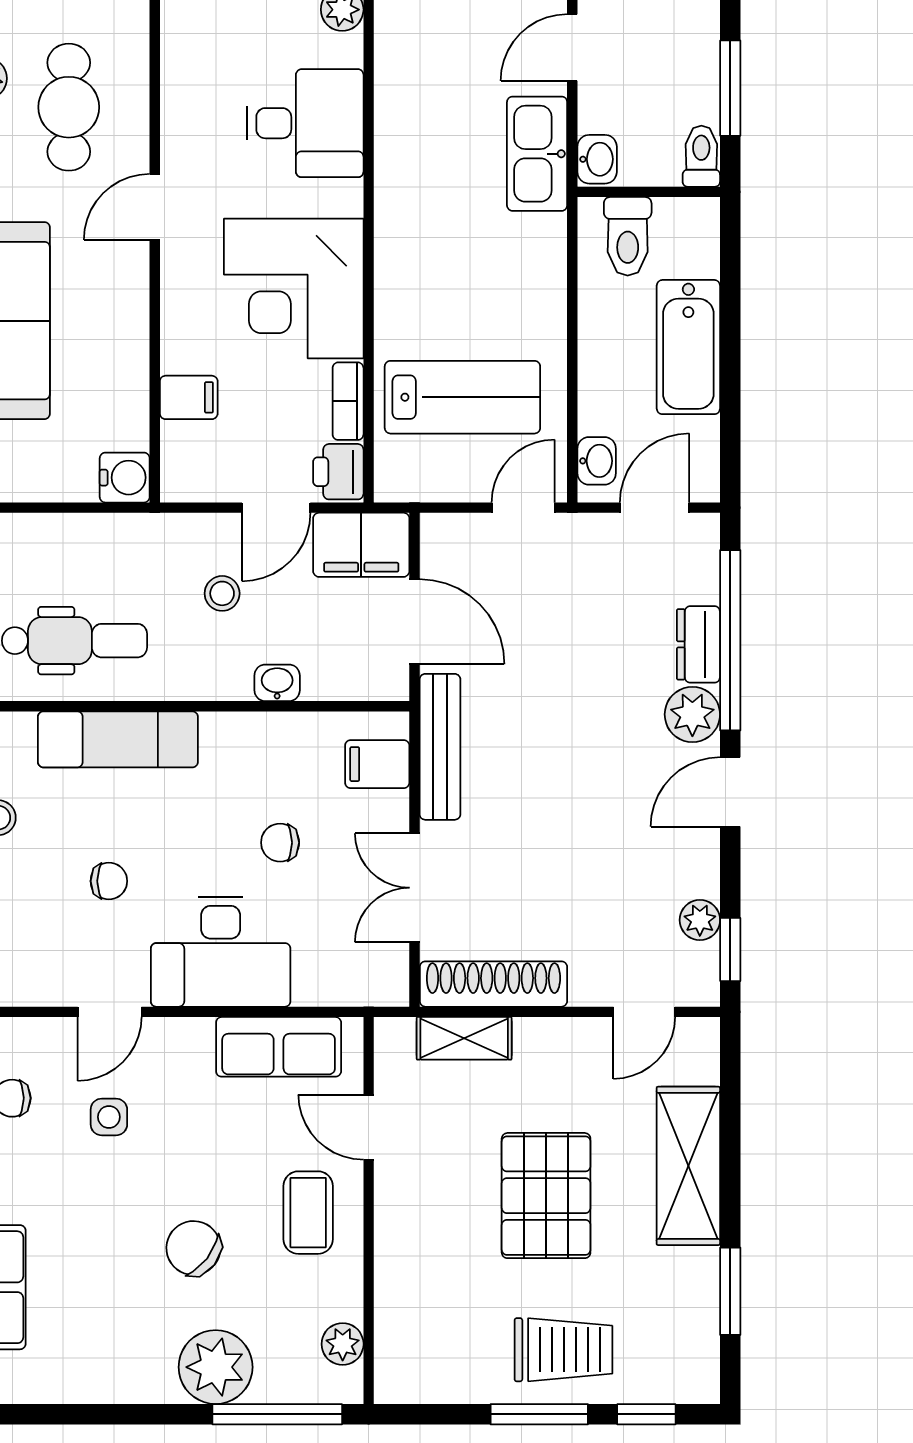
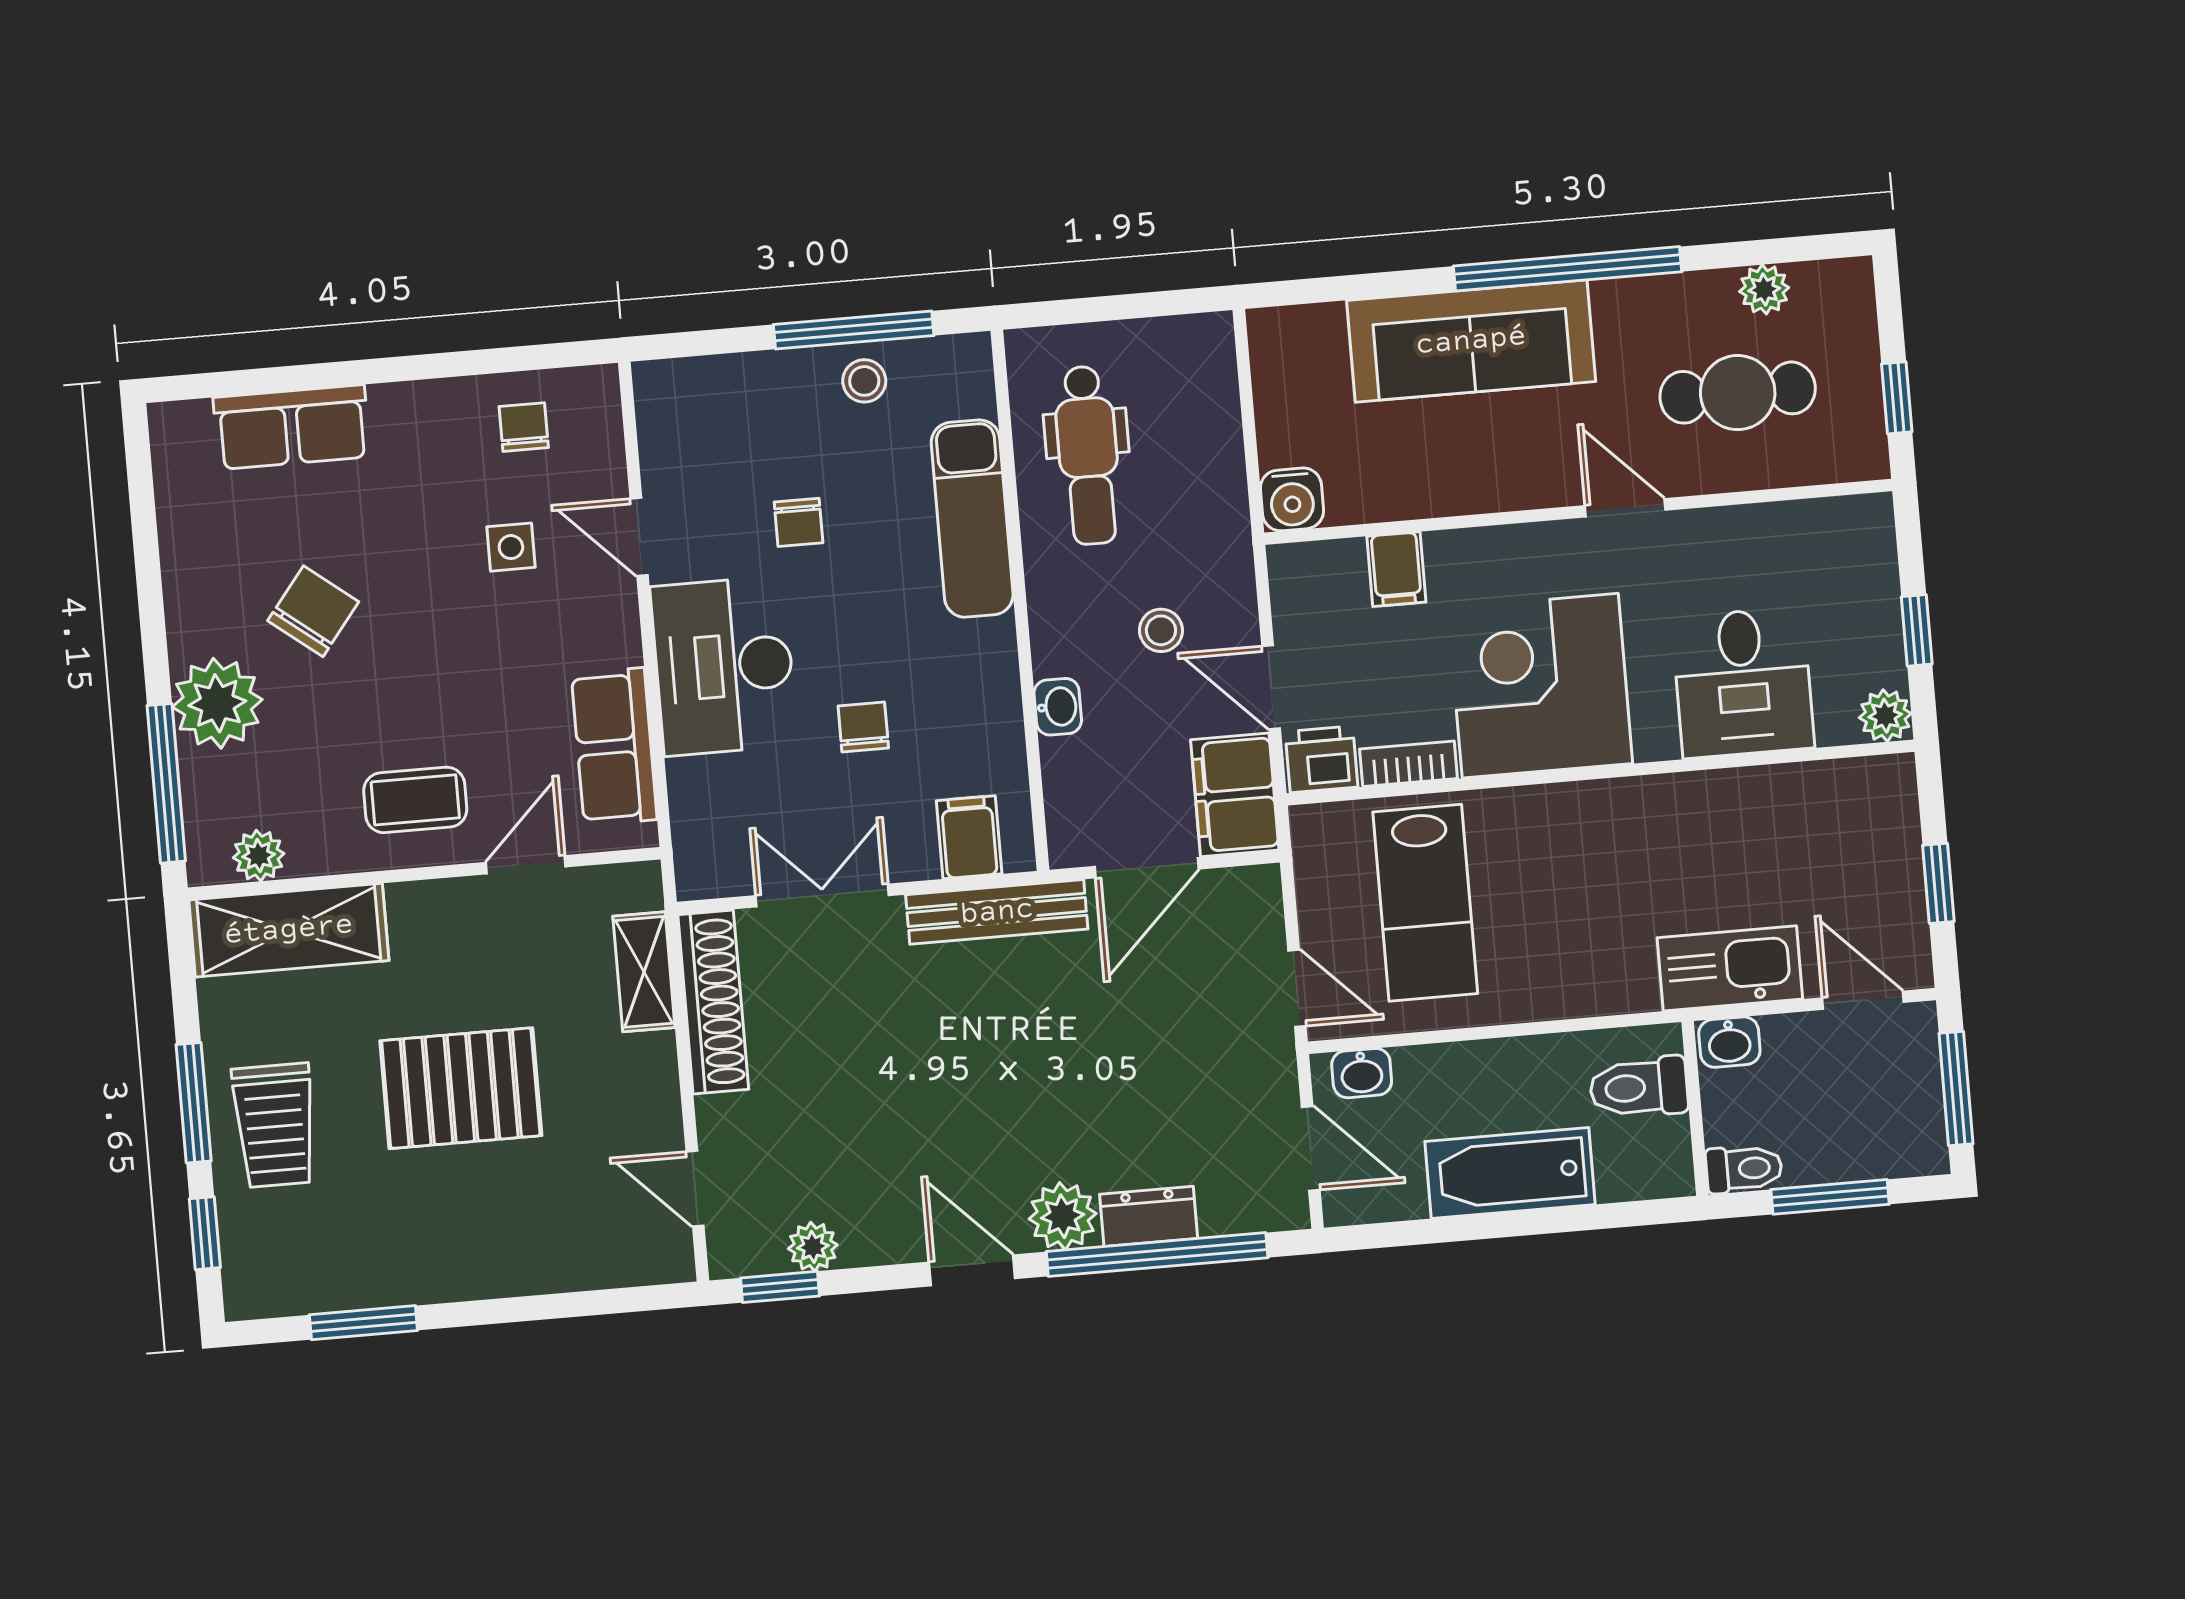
shelving: (688, 1166) -> (289, 930), moved
chair: (193, 1248) -> (313, 611), moved

